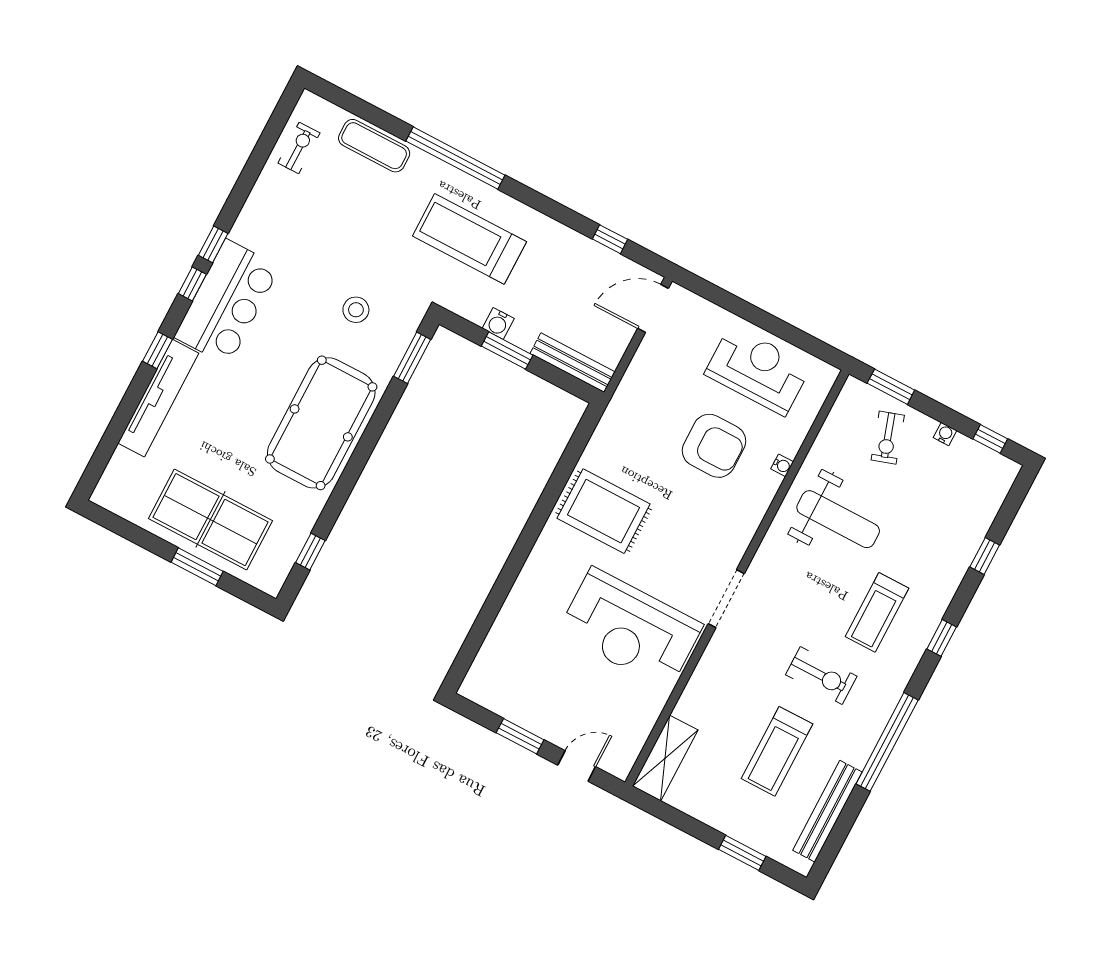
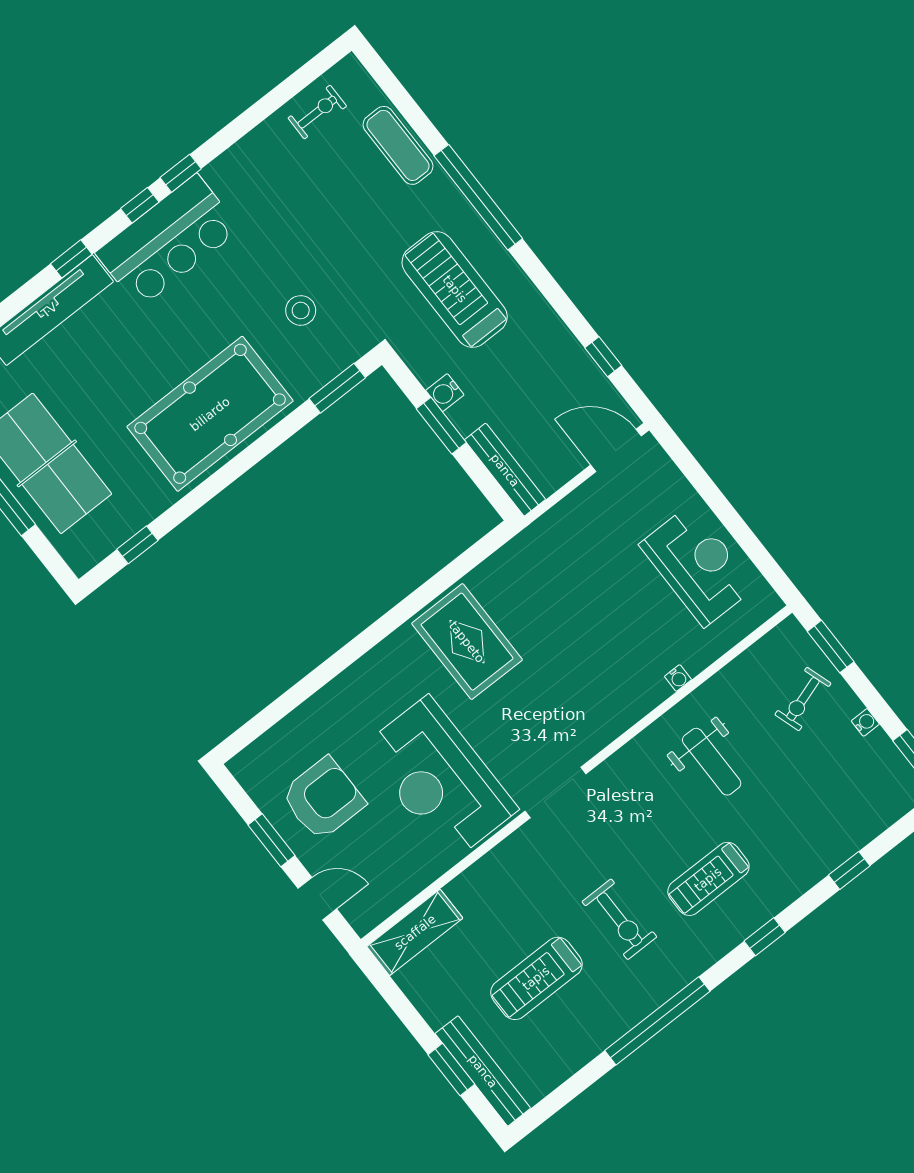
armchair: (714, 446) -> (323, 799), moved, turned -90
weight bench: (838, 519) -> (712, 762), width x0.73, depth x0.75
bench: (827, 811) -> (483, 1071), moved, turned 90

